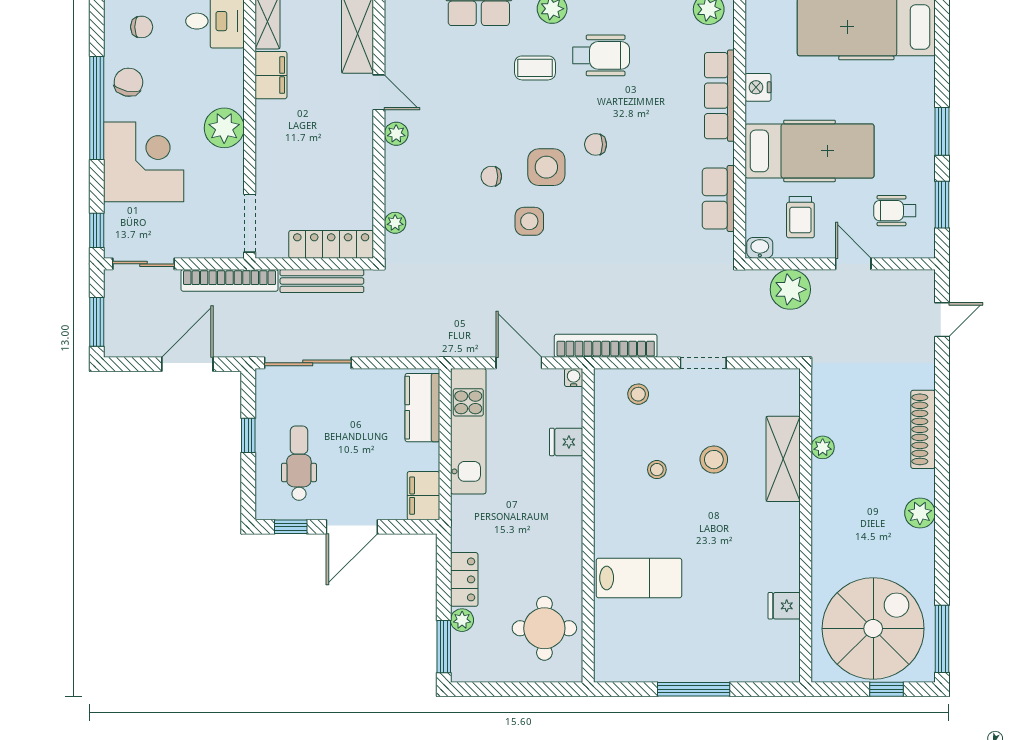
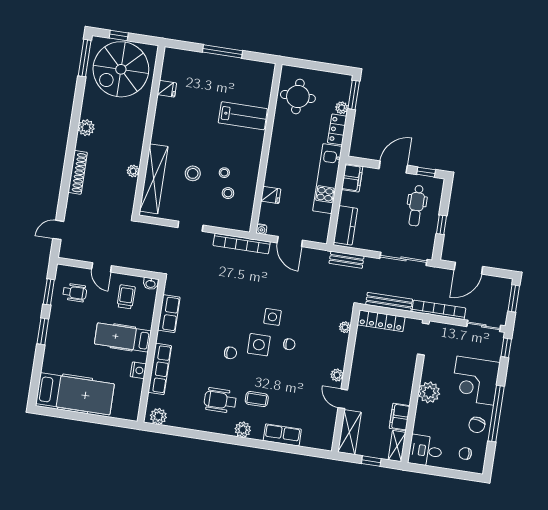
hospital bed: (809, 151) -> (123, 337), width x0.73, depth x0.78
plant: (790, 289) -> (138, 259), removed
bench: (411, 346) -> (347, 260), added
stool: (638, 394) -> (228, 193), moved
kitchen unit: (468, 431) -> (327, 179), moved
shelving: (783, 459) -> (154, 179), width x1.47
lab bench: (639, 578) -> (243, 116), turned 180

